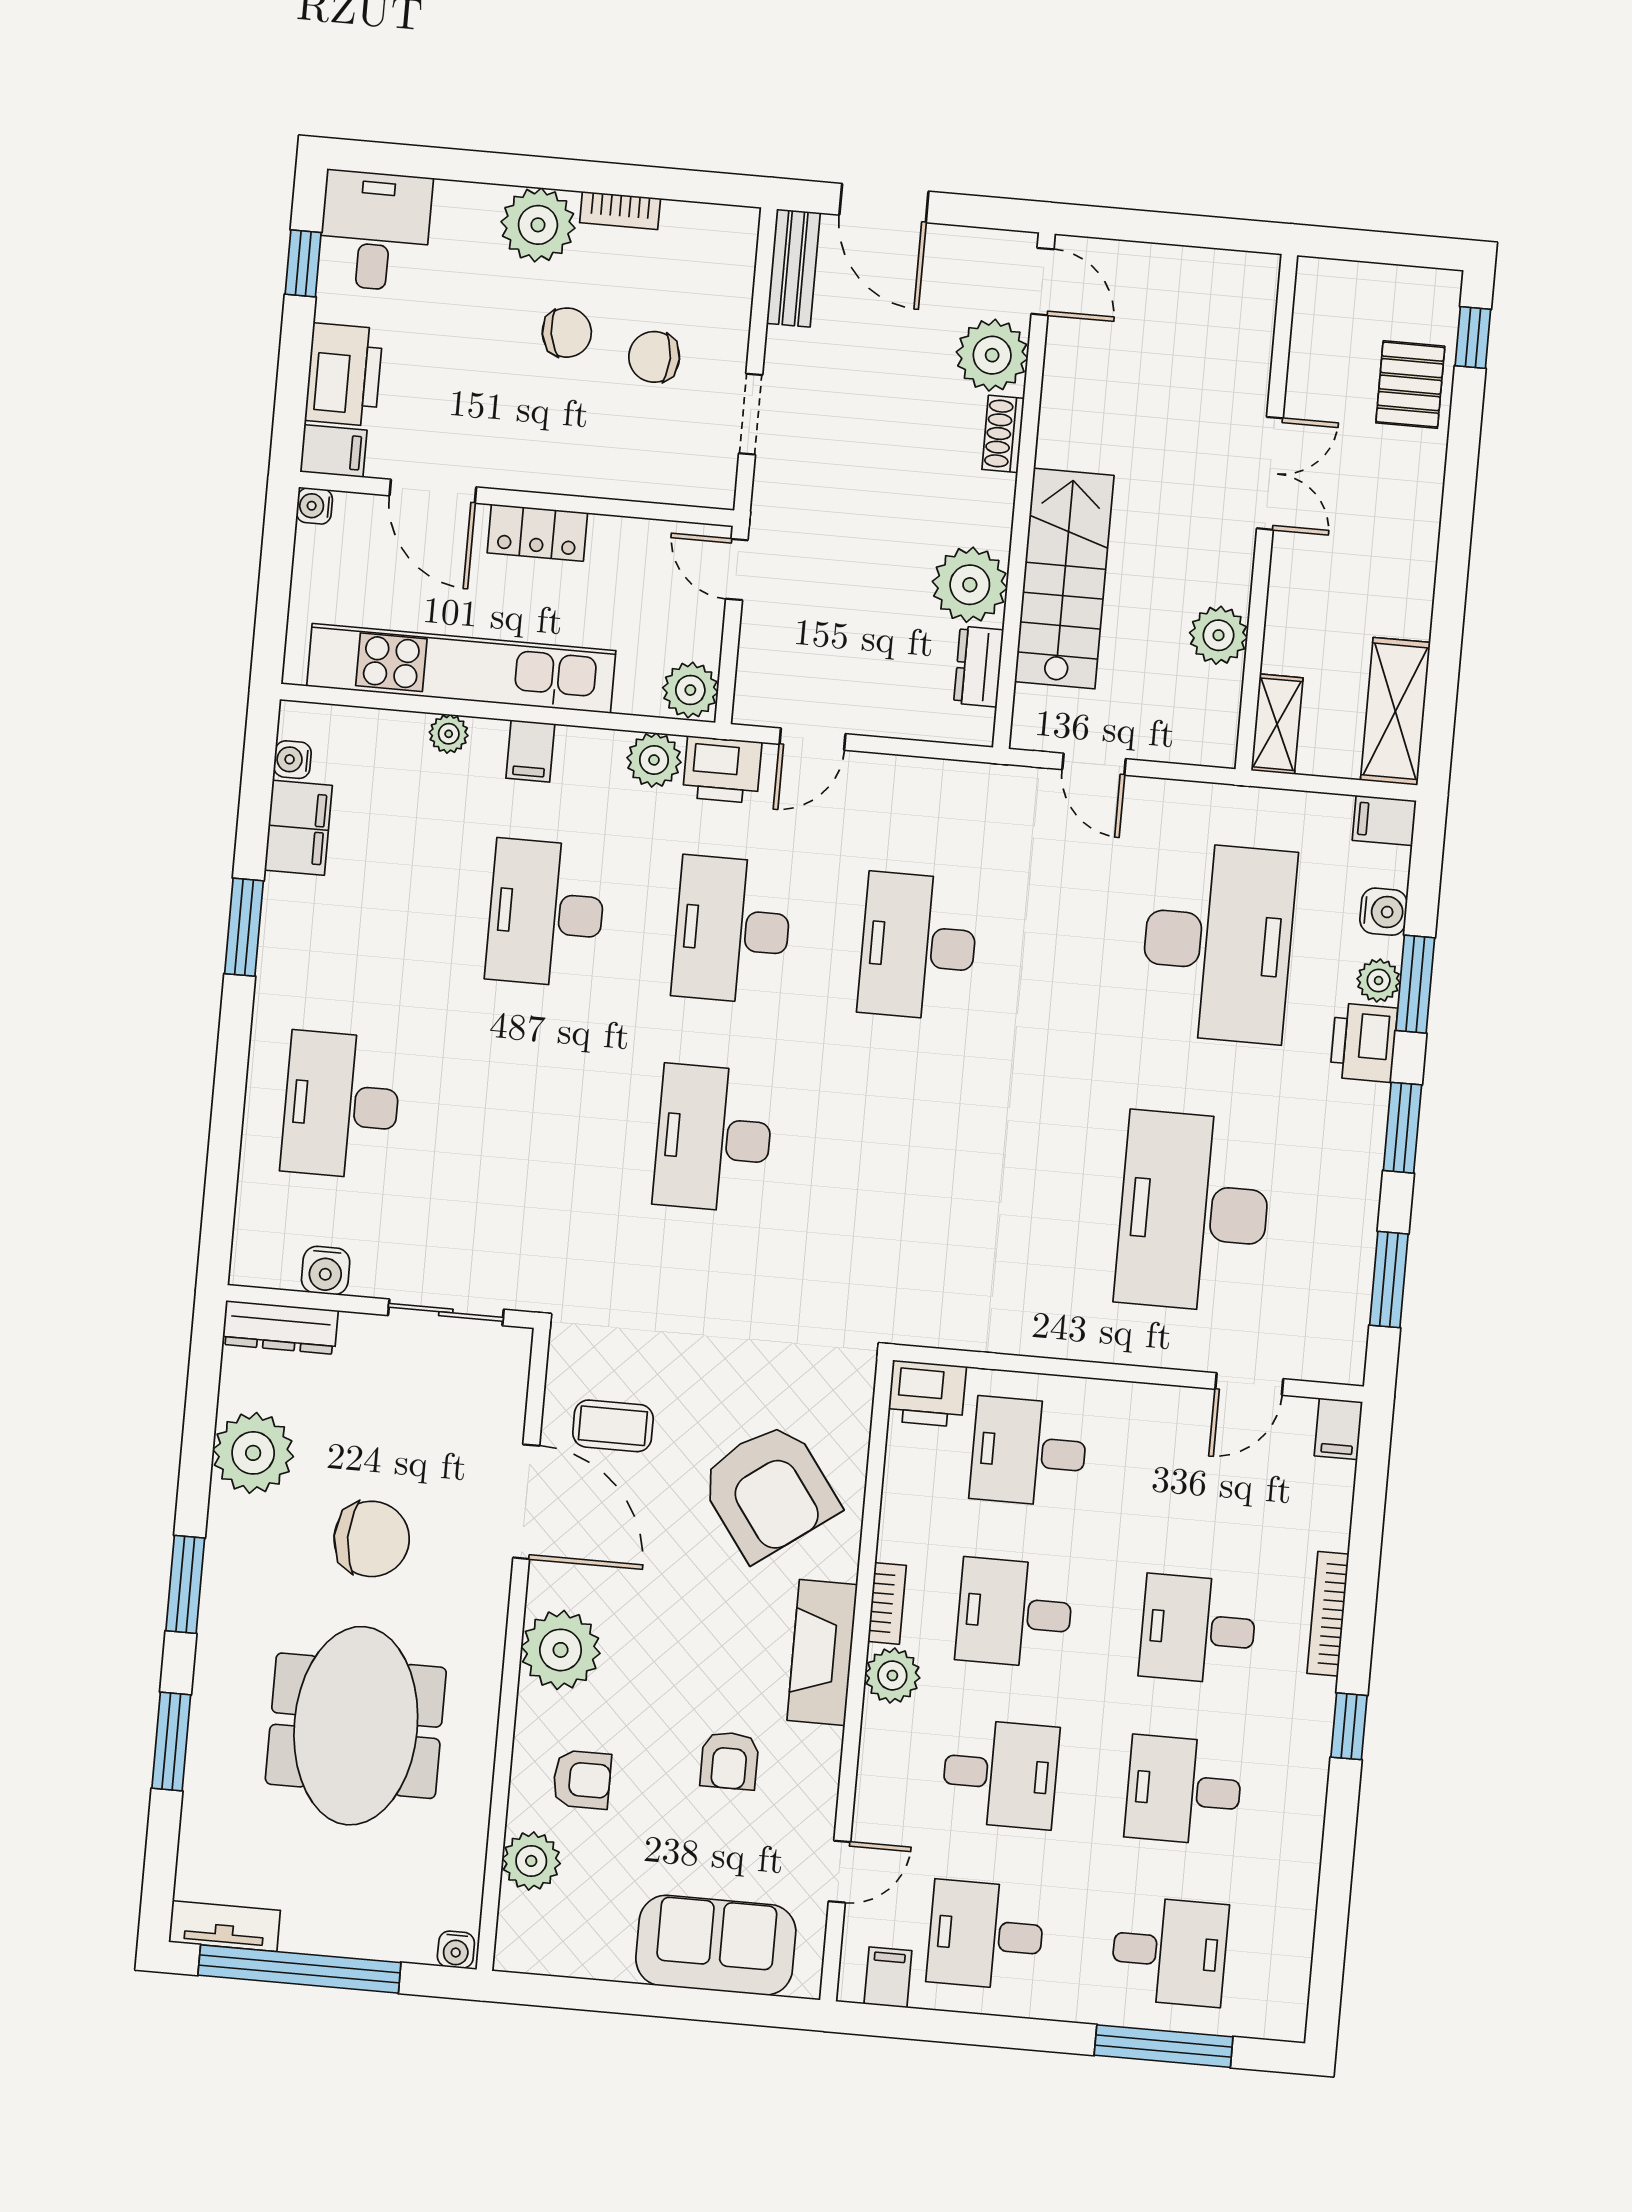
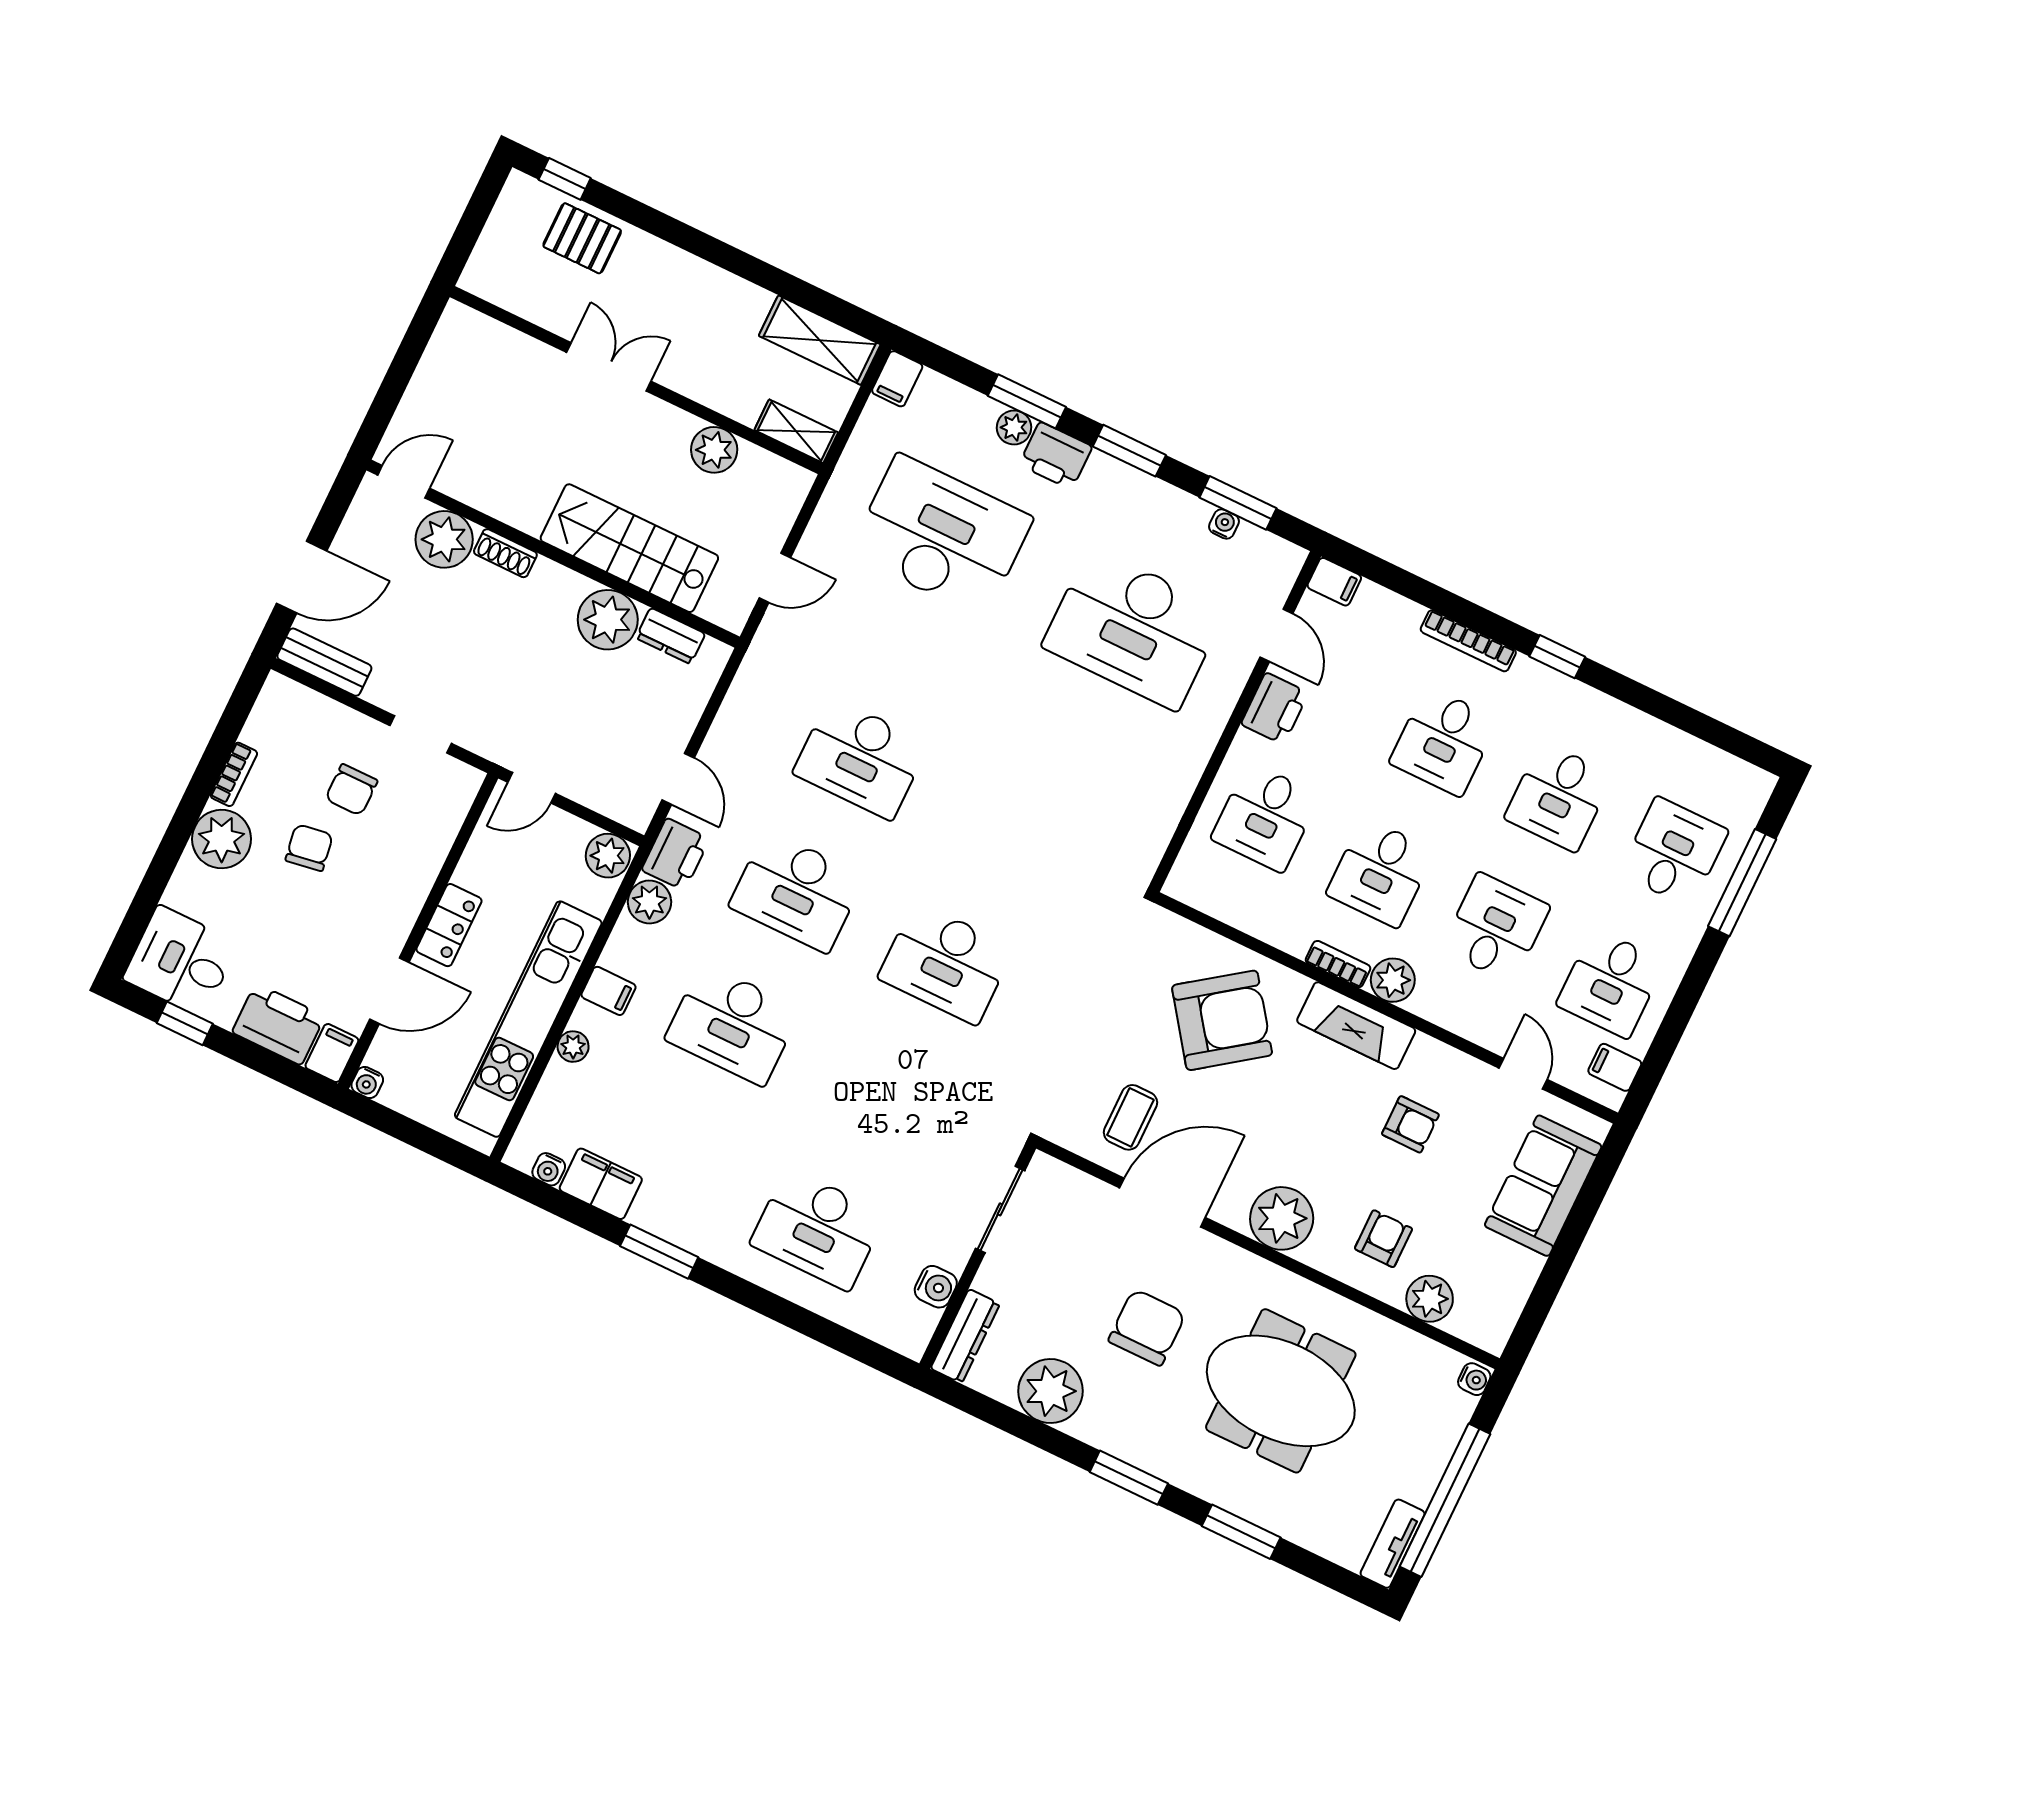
water cooler: (1384, 912) -> (1224, 524), moved, width x0.72, depth x0.72
printer: (927, 1394) -> (1275, 708), moved

